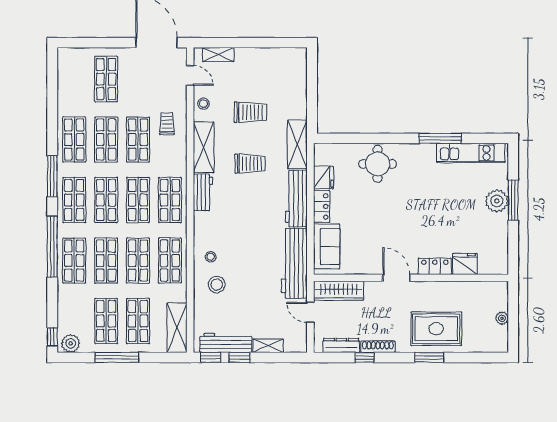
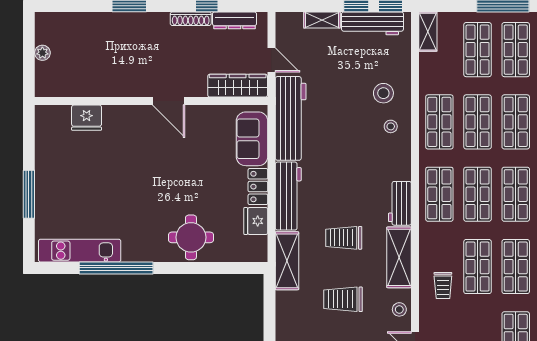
window: (440, 138) -> (116, 268), width x1.46
plant: (497, 201) -> (48, 193), removed
locker: (435, 266) -> (123, 115), removed
shelving: (177, 328) -> (428, 32), width x0.67, depth x0.75
rug: (436, 329) -> (121, 40), removed

